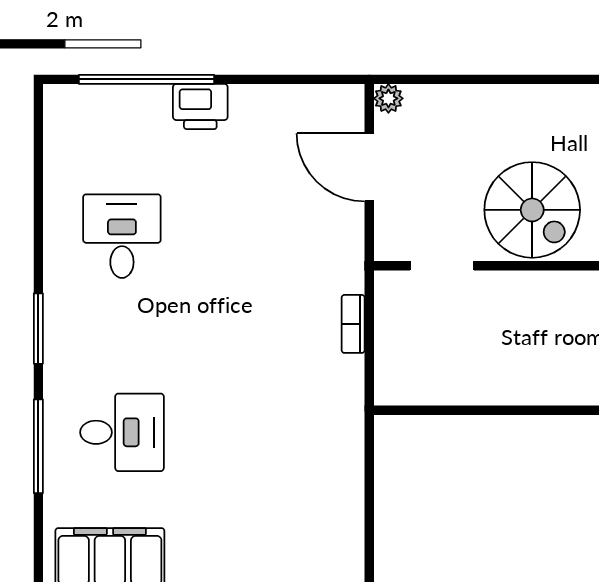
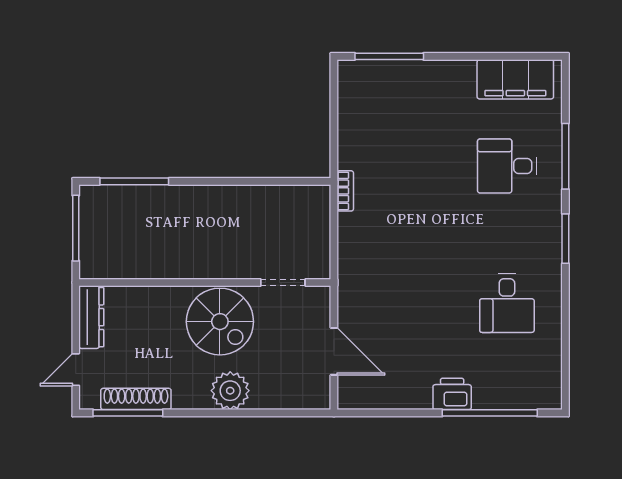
plant: (388, 98) -> (230, 391), moved, width x1.88, depth x1.88
spiral stairs: (532, 210) -> (220, 322), turned 180
bookcase: (353, 324) -> (345, 191), moved

